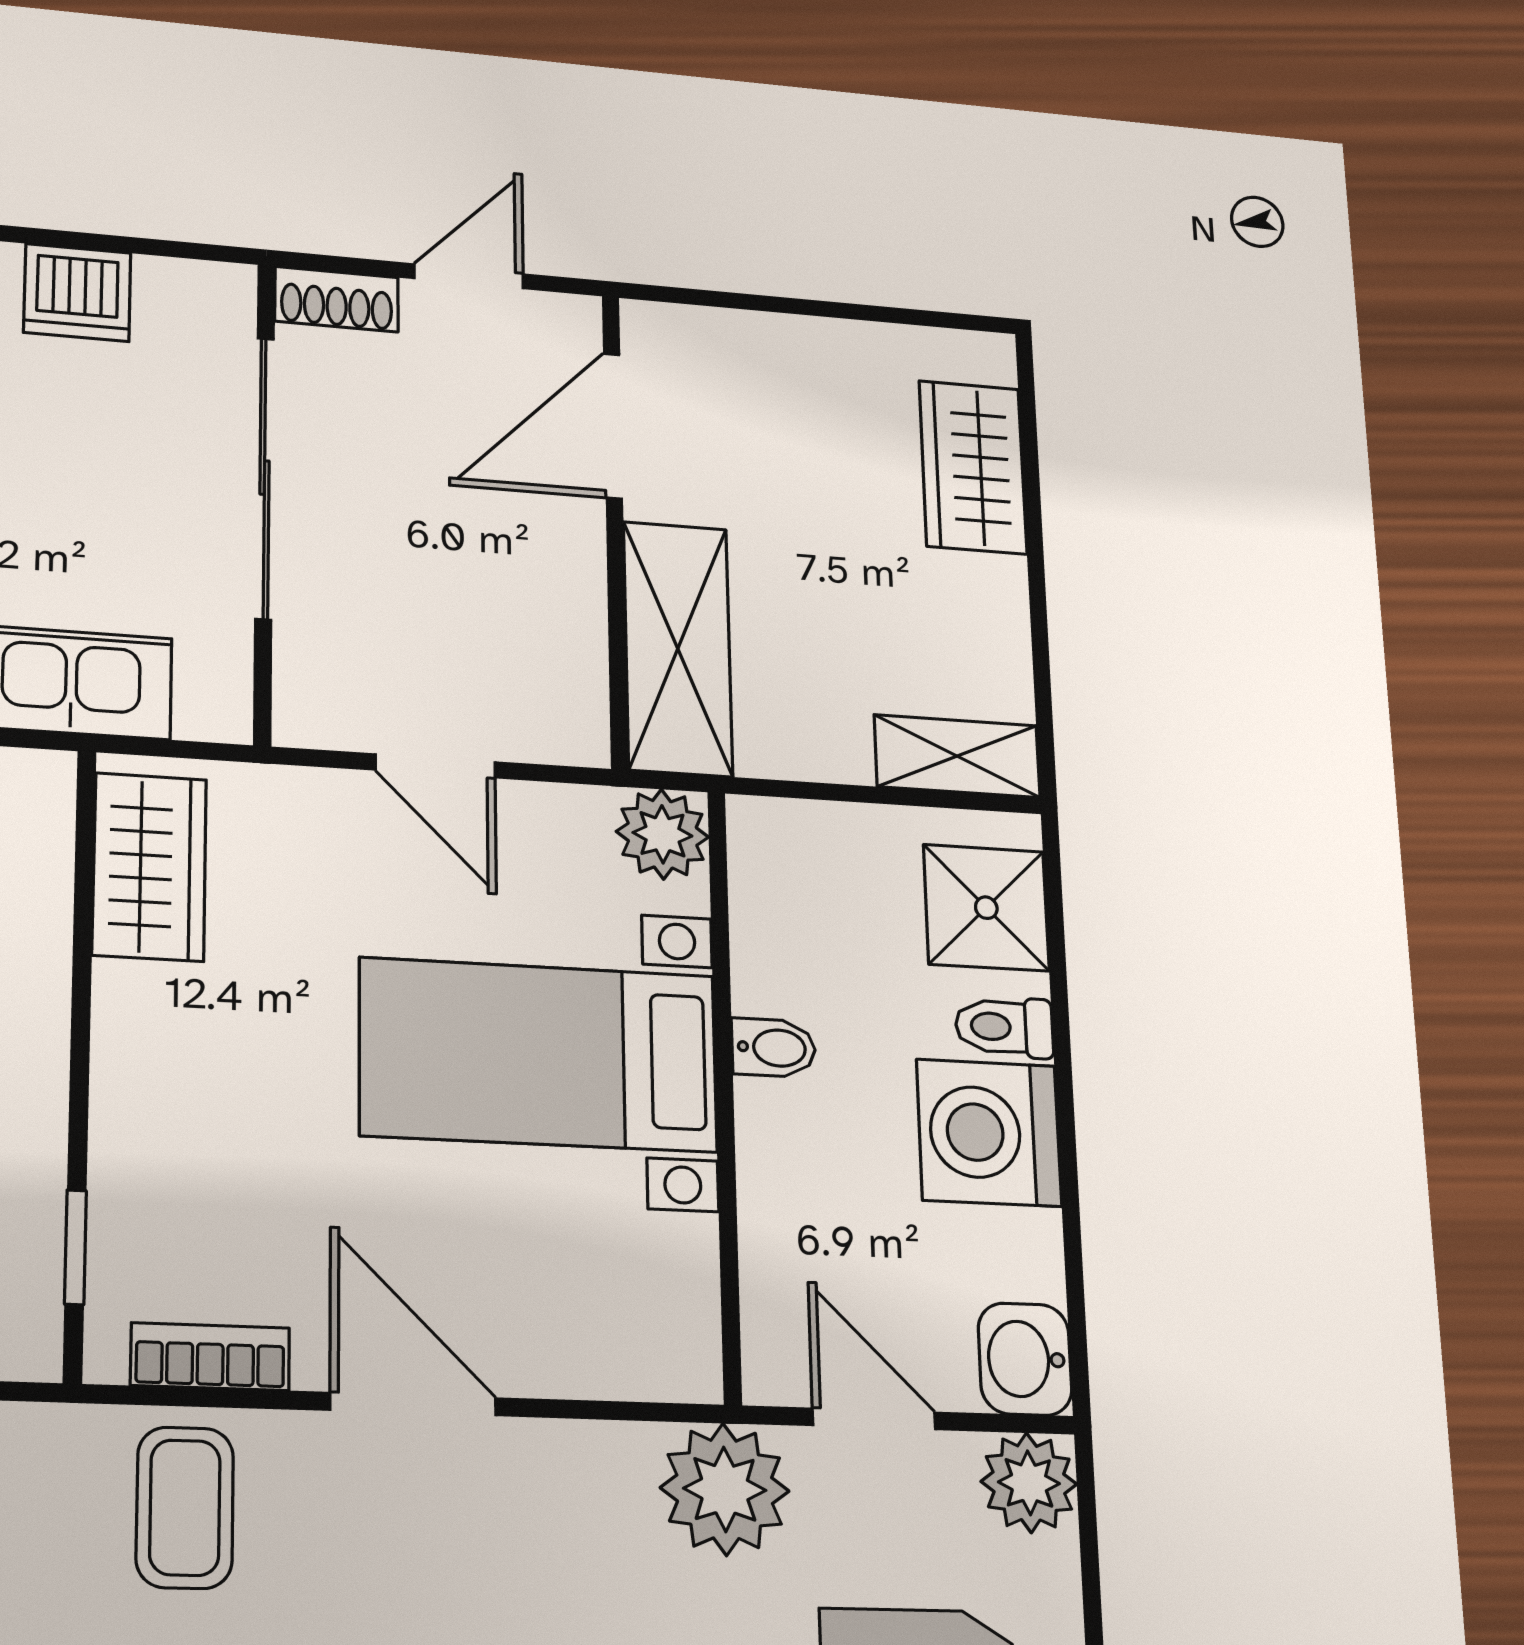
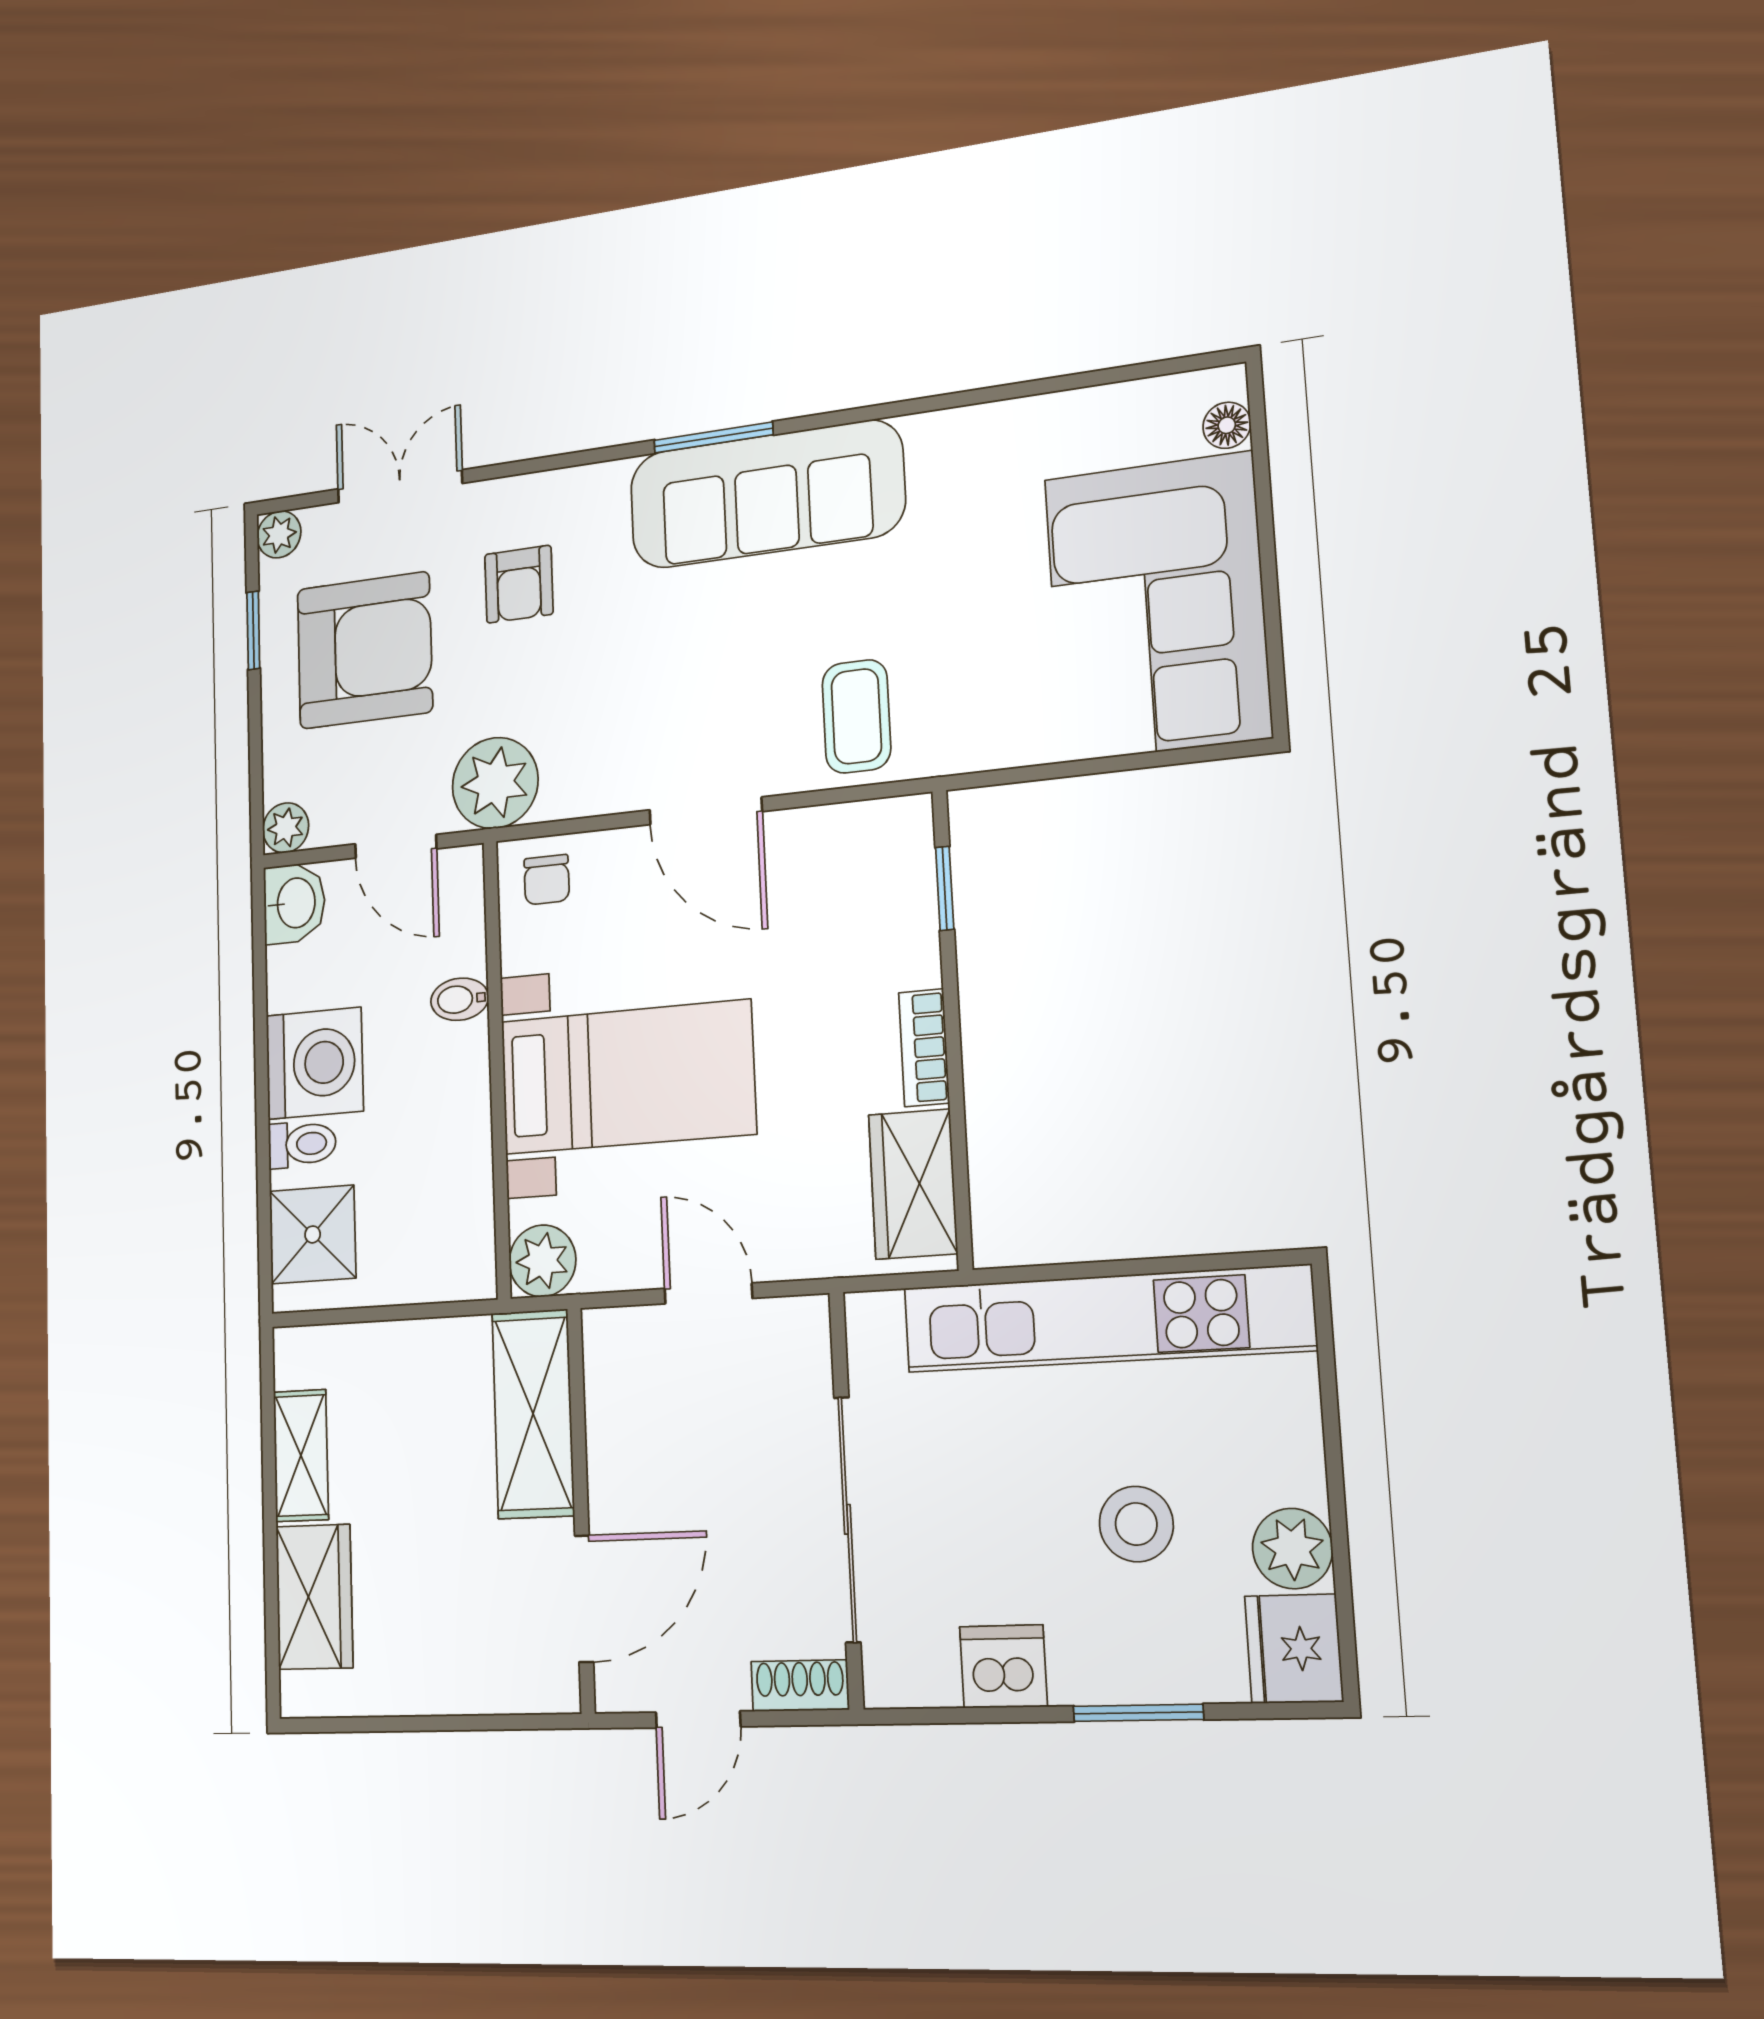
shelving: (957, 756) -> (301, 1456), moved, turned 90
bidet: (774, 1048) -> (460, 999), moved
chair: (649, 1340) -> (547, 880), added
bookcase: (210, 1357) -> (924, 1048), moved, turned 90
plant: (1029, 1483) -> (286, 828), width x0.73, depth x0.73

